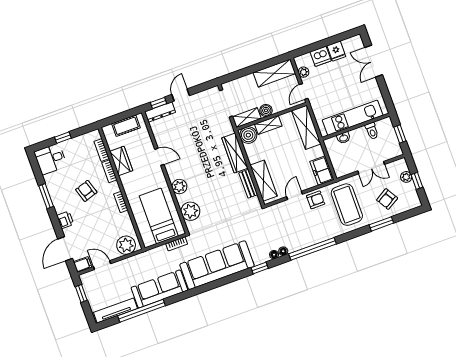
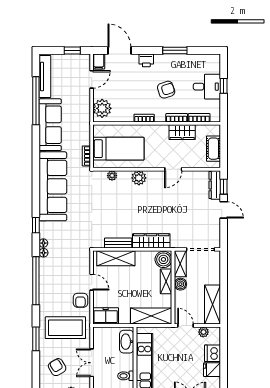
washbasin: (344, 138) -> (127, 342), width x1.91, depth x1.45
desk: (51, 159) -> (207, 87), moved, turned 90
plant: (190, 211) -> (112, 176), width x0.53, depth x0.53
window: (381, 224) -> (36, 339), moved

